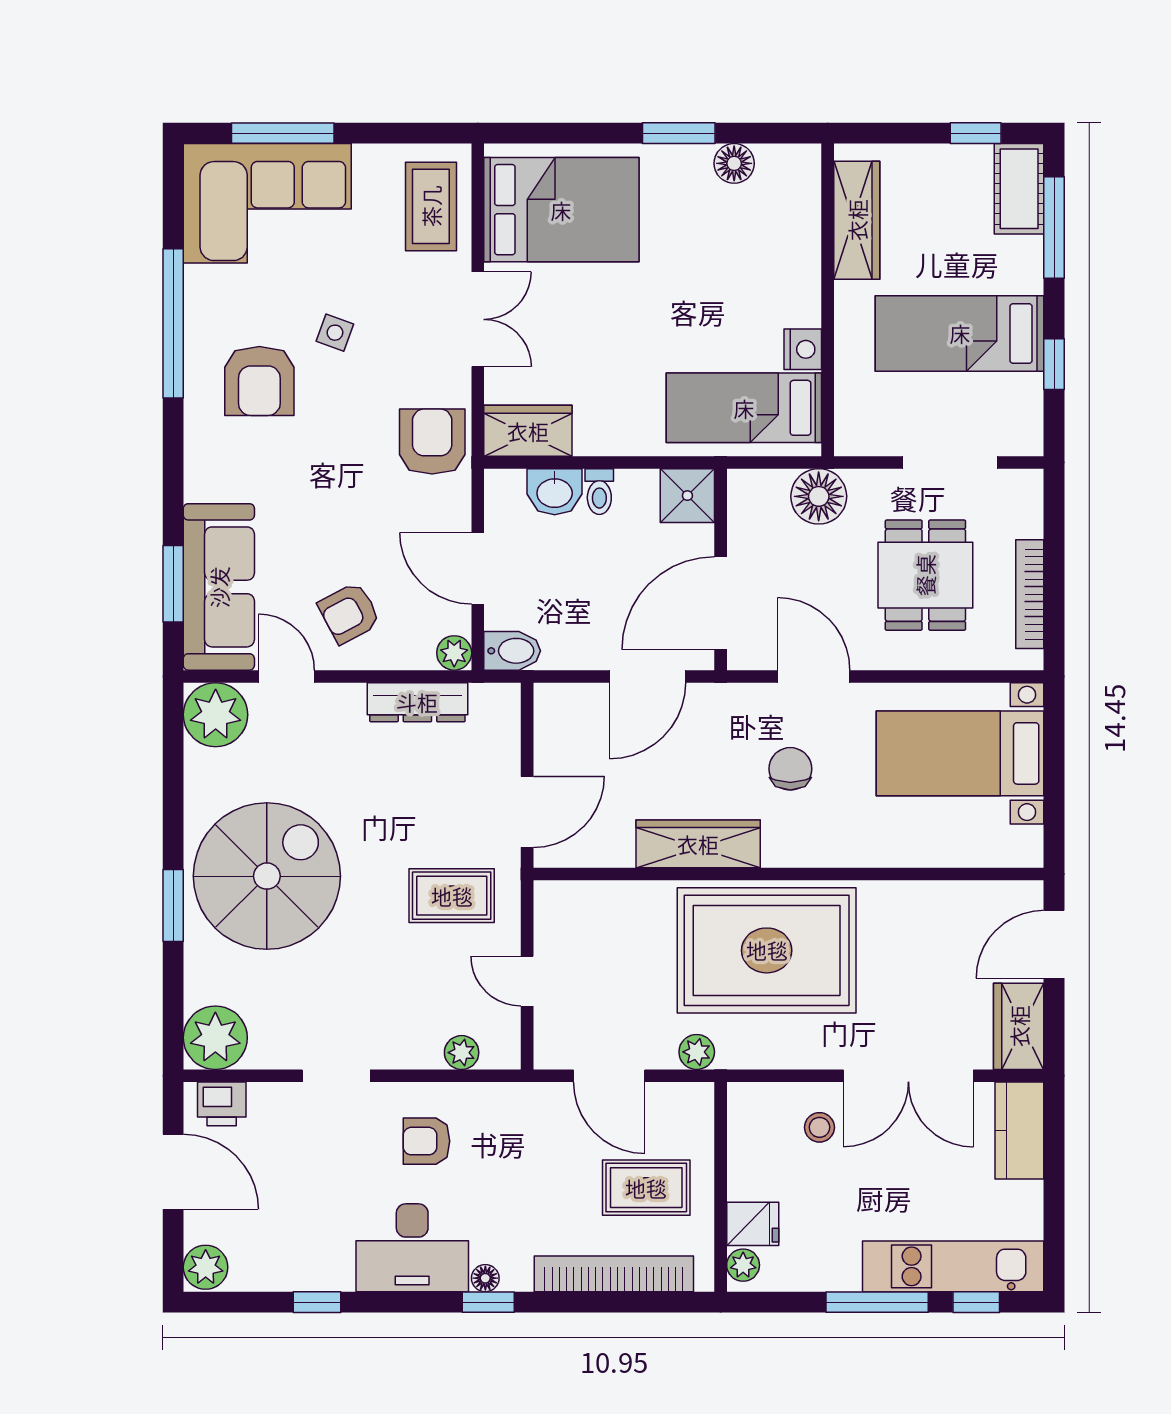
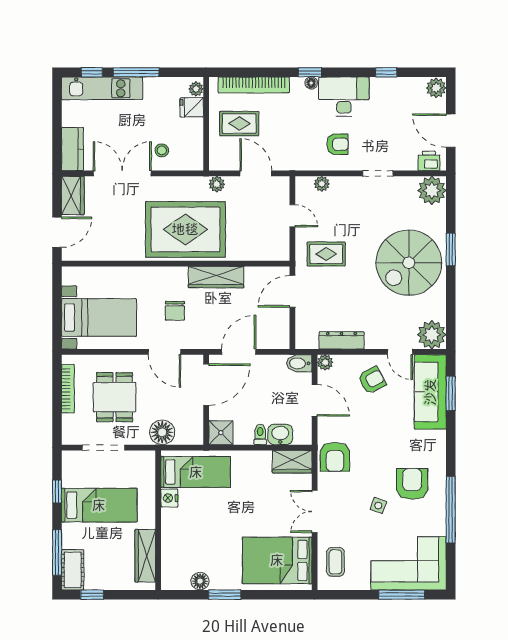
coffee table: (431, 206) -> (335, 562), width x0.73, depth x0.77

